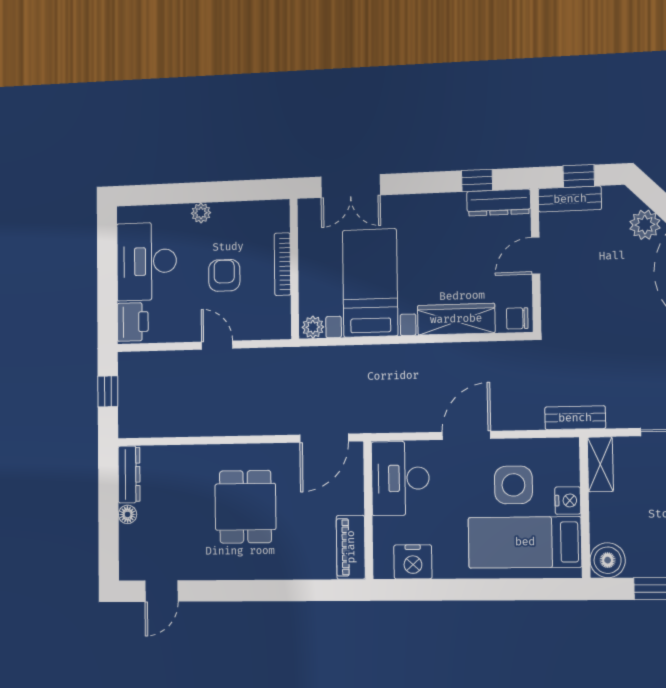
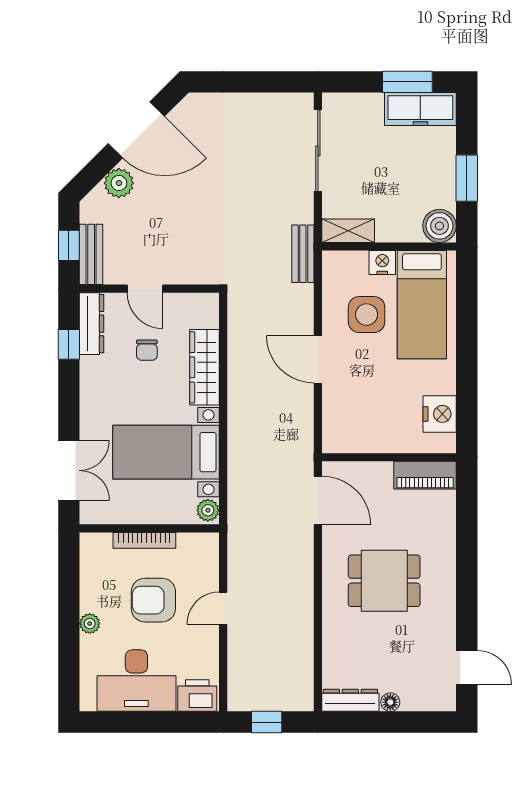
armchair: (224, 275) -> (153, 600), width x1.38, depth x1.38
chair: (517, 318) -> (147, 350), moved
desk: (400, 478) -> (359, 425), removed

